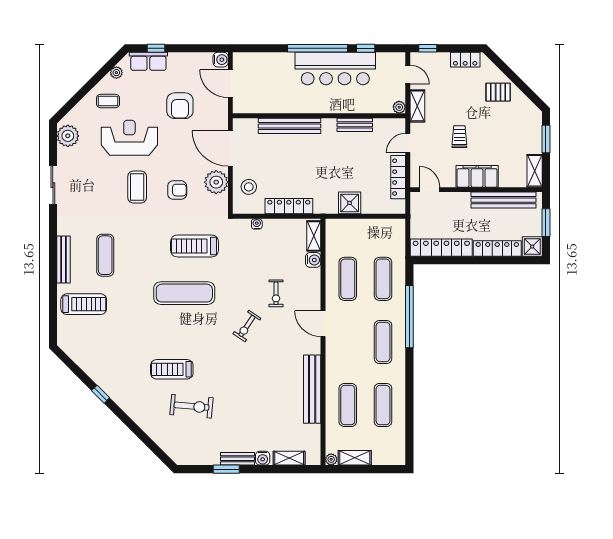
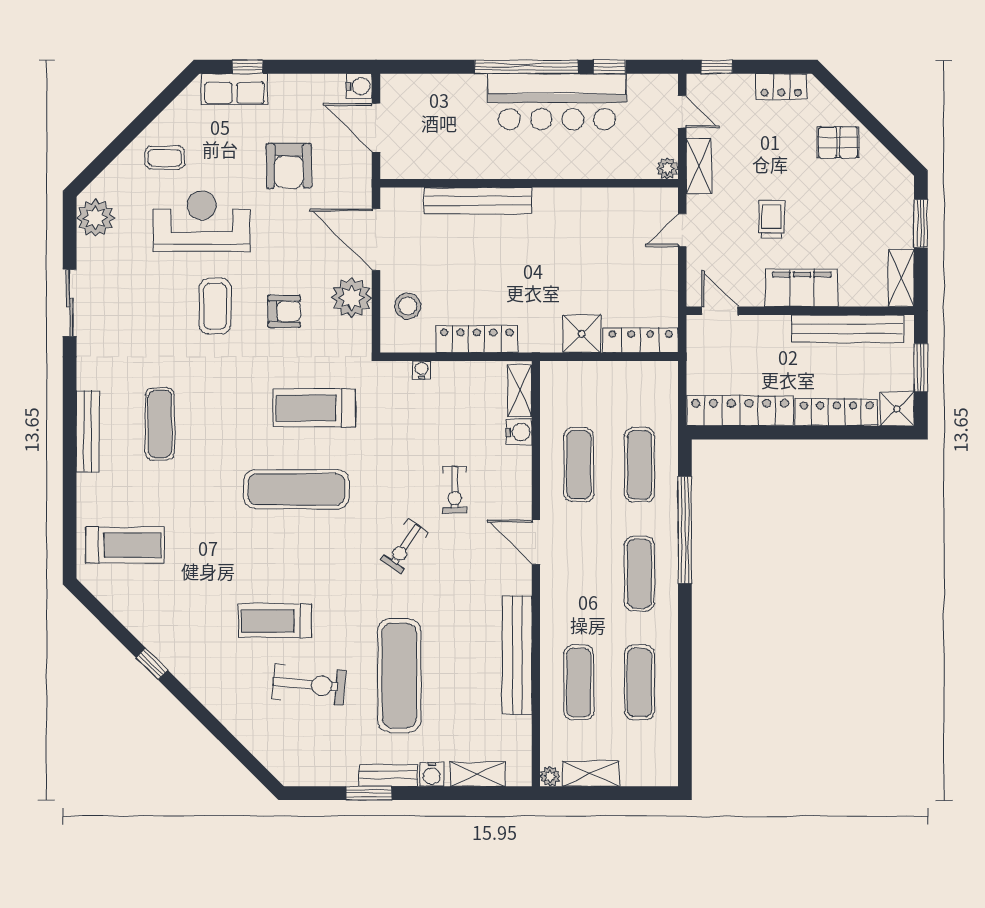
plant: (116, 73) -> (179, 109), removed
bench: (355, 125) -> (591, 199), removed
locker: (398, 177) -> (641, 340), moved, turned 90
treadmill: (84, 304) -> (125, 545), moved
exercise mat: (244, 401) -> (399, 676), added

